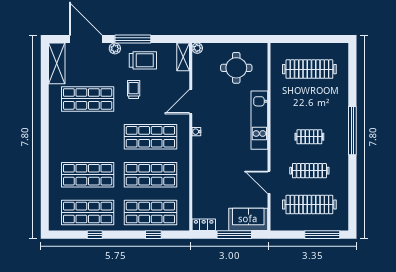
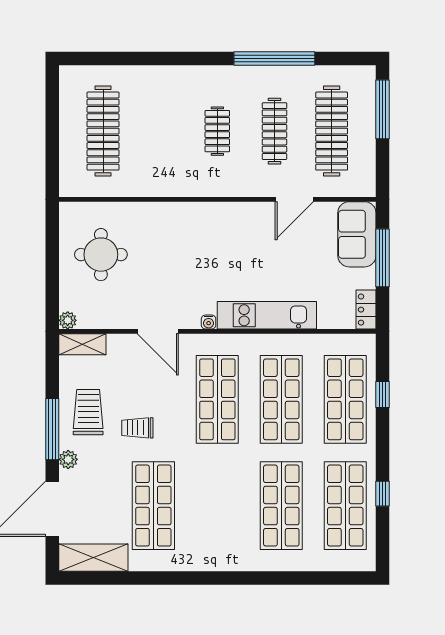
kitchen unit: (259, 120) -> (267, 315), moved, turned 180
window: (352, 131) -> (274, 58), moved

